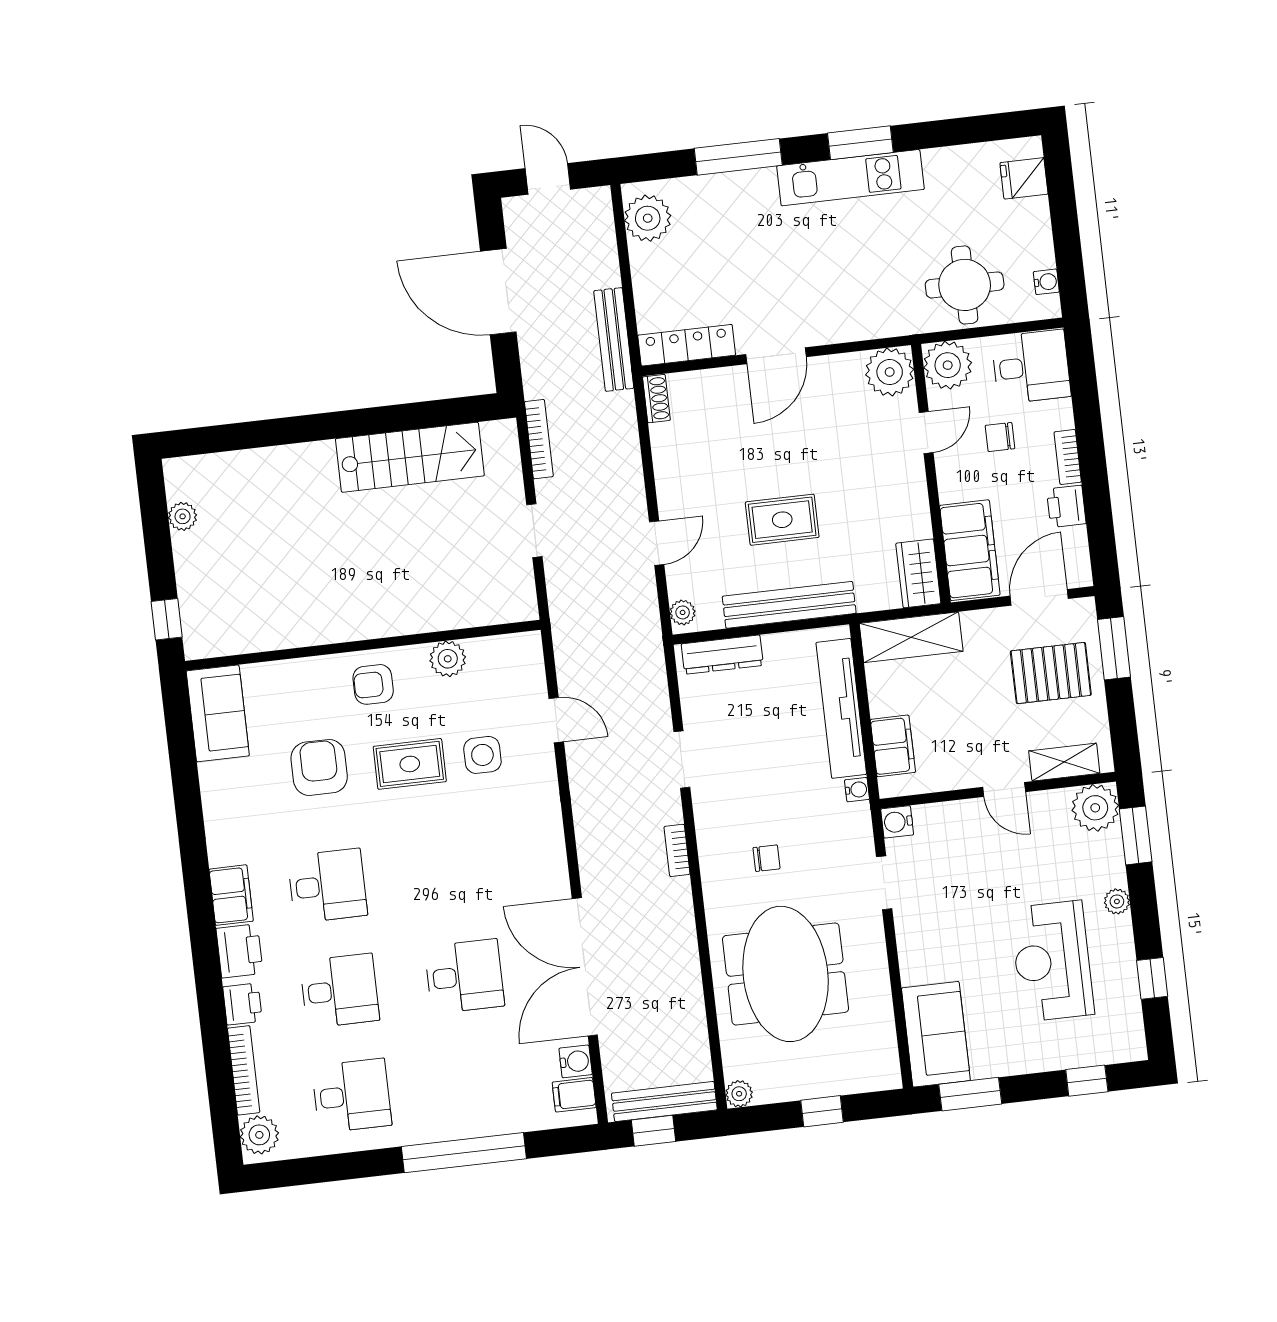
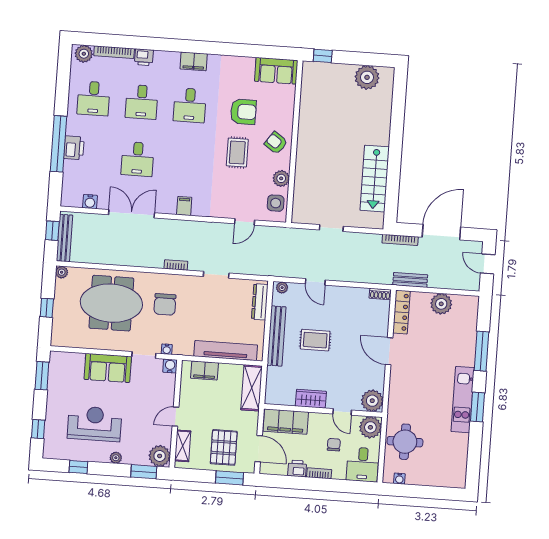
fridge: (1024, 178) -> (448, 477), removed
door: (548, 179) -> (488, 264), swing flipped
plant: (648, 218) -> (441, 304), moved
bench: (614, 339) -> (410, 280), width x0.73
bookcase: (539, 439) -> (400, 240), moved
plant: (183, 516) -> (367, 77), width x1.88, depth x1.88
rug: (782, 520) -> (315, 340), turned 90
wardrobe: (918, 573) -> (311, 399), moved
armchair: (373, 684) -> (276, 143), turned -55
side table: (482, 755) -> (276, 203), moved
water cooler: (857, 790) -> (167, 349), moved
chair: (767, 858) -> (165, 304), width x1.87, depth x1.87
printer: (239, 951) -> (74, 148), moved, turned -90
double door: (585, 967) -> (132, 214), width x0.73
sofa: (936, 1034) -> (108, 368), moved
filing cabinet: (574, 1095) -> (184, 206), moved

